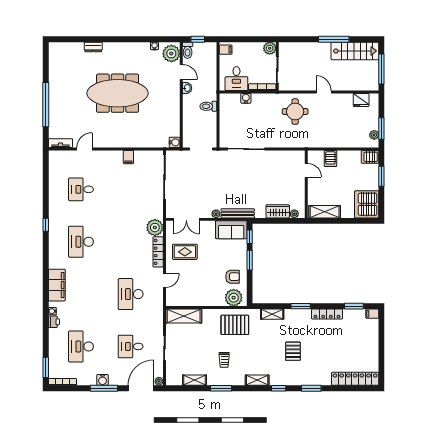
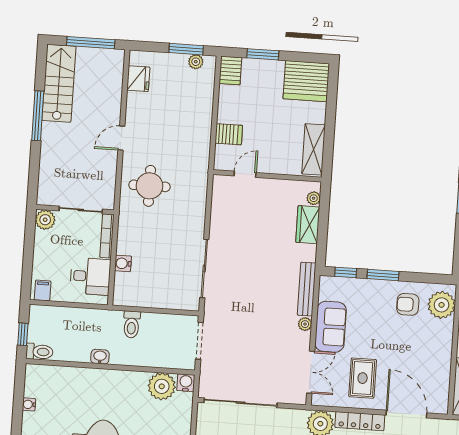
plant: (171, 54) -> (162, 386), moved
door: (181, 72) -> (73, 364), removed
sofa: (231, 230) -> (331, 327), moved
armchair: (233, 277) -> (408, 304), turned -90
door: (164, 280) -> (406, 414), width x1.88

